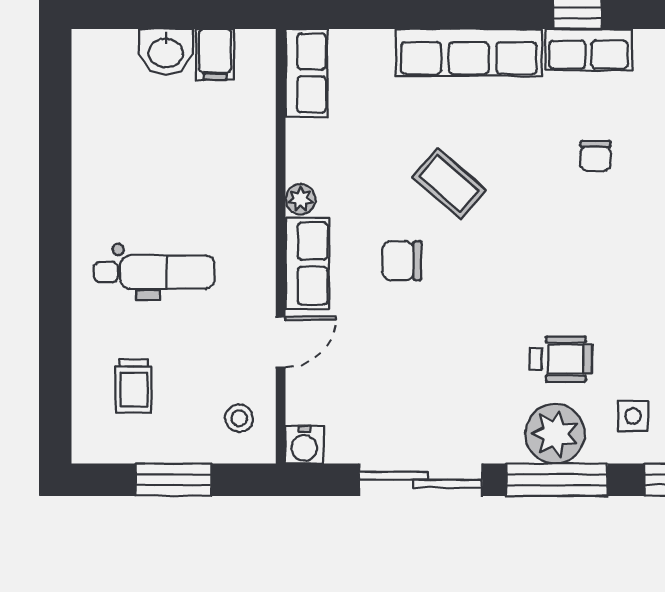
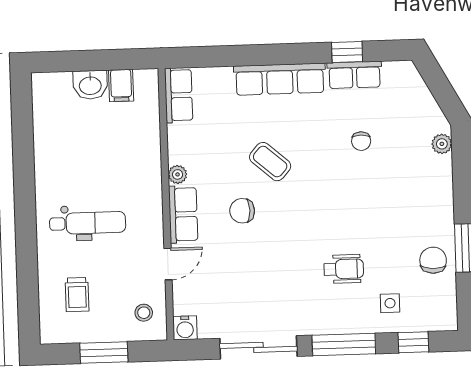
plant: (555, 434) -> (342, 316), removed

